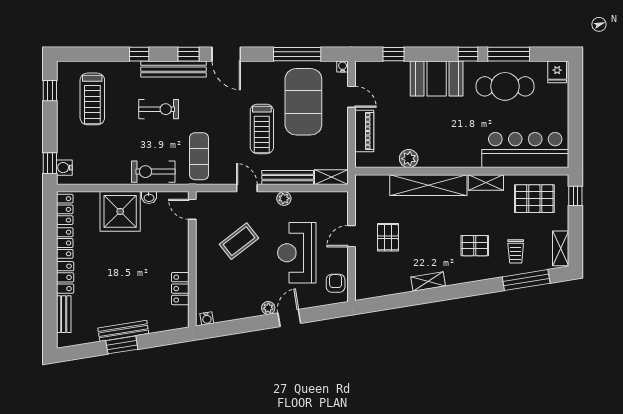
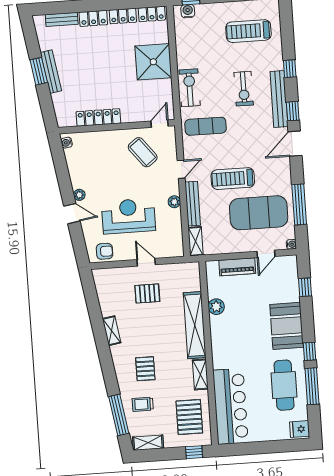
washbasin: (149, 197) -> (167, 86), removed
coffee table: (239, 241) -> (143, 152), moved
locker: (180, 289) -> (98, 117), width x1.53

